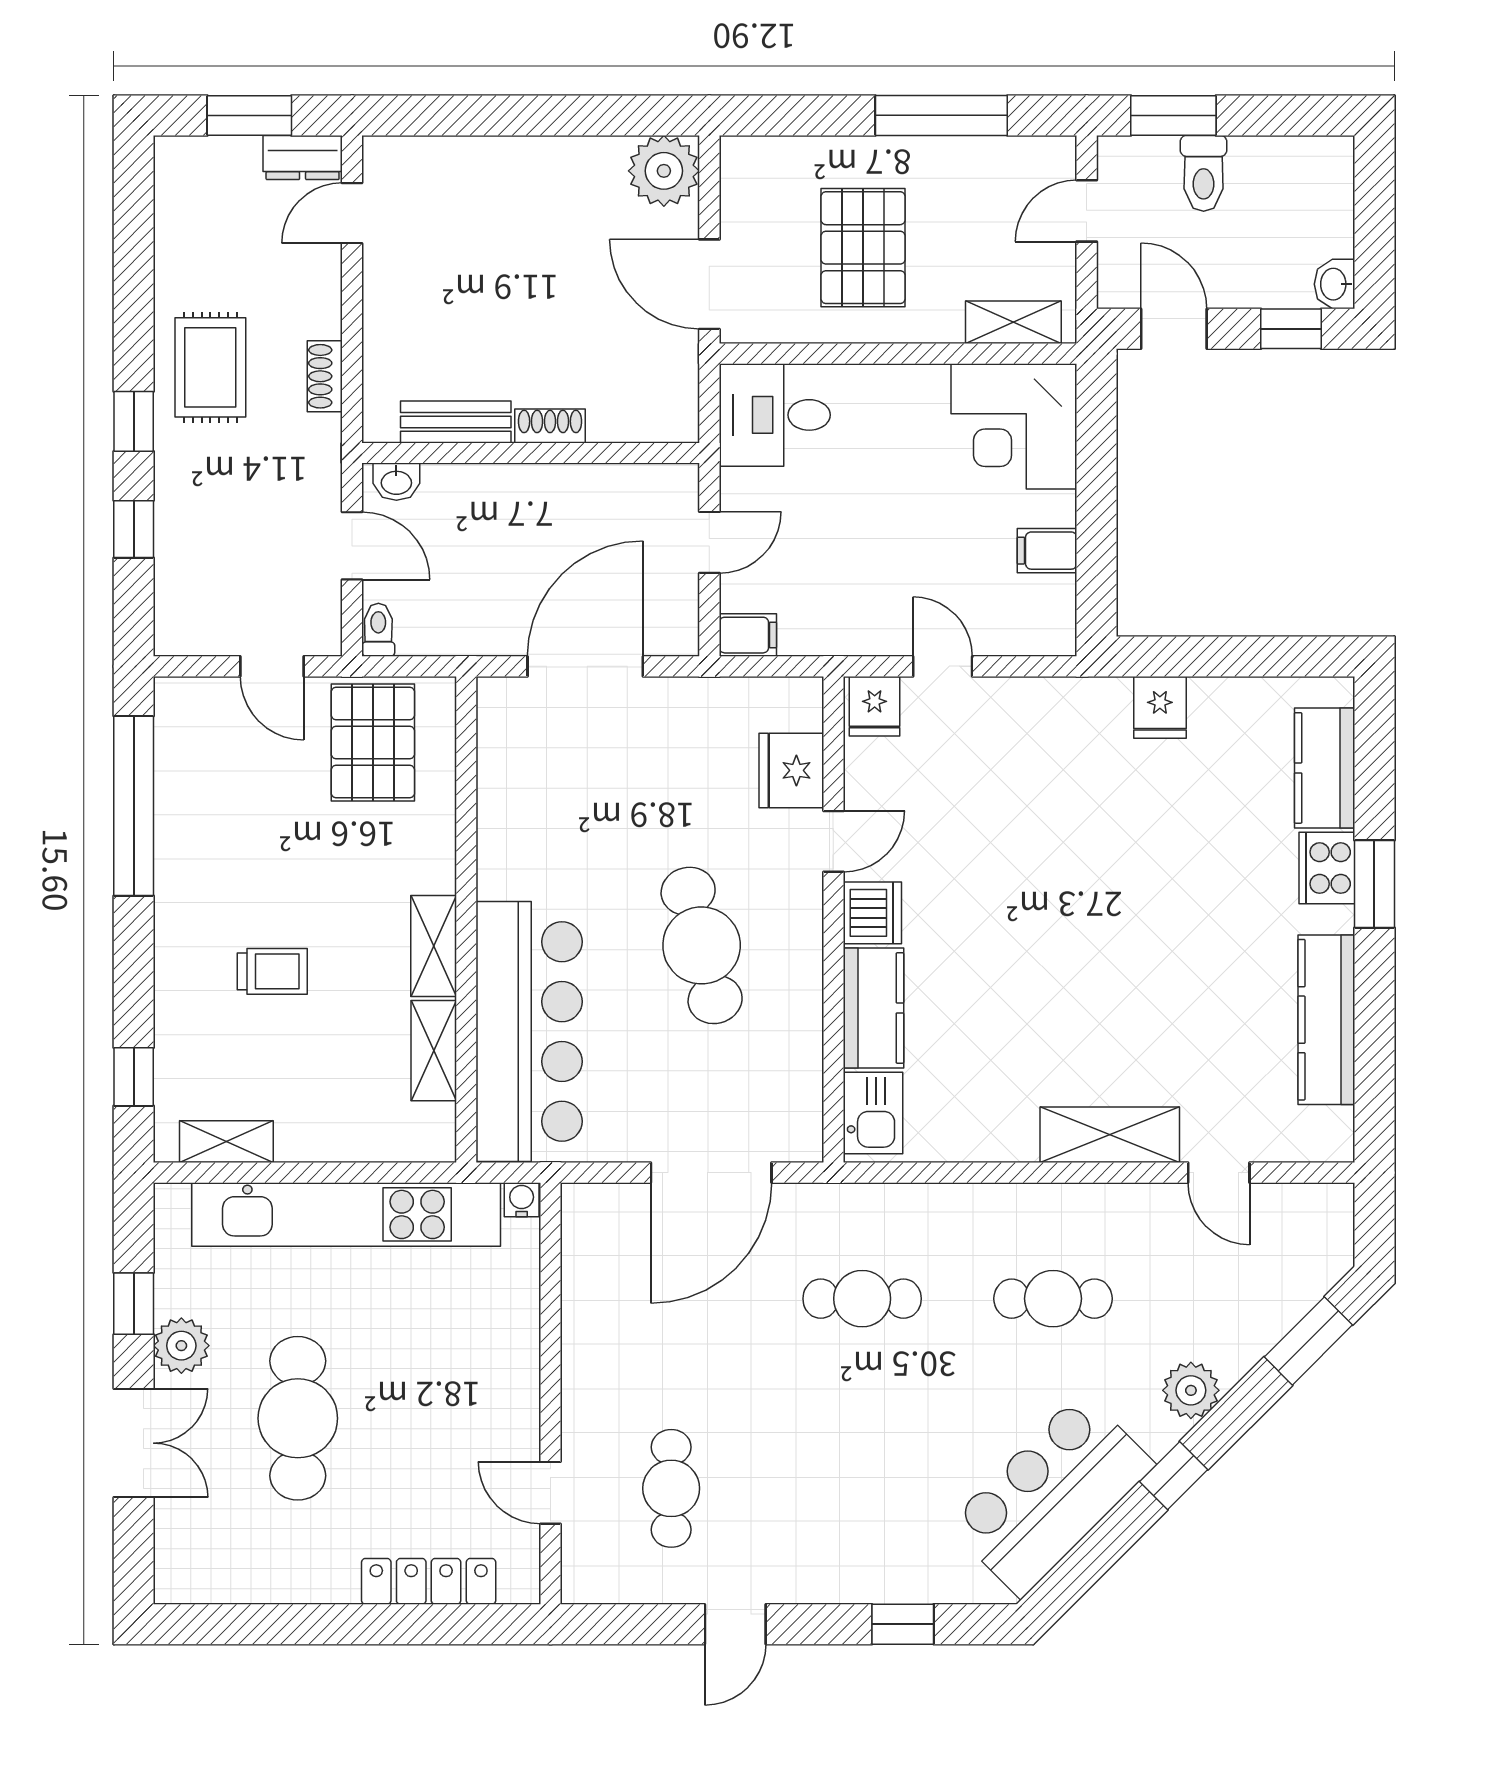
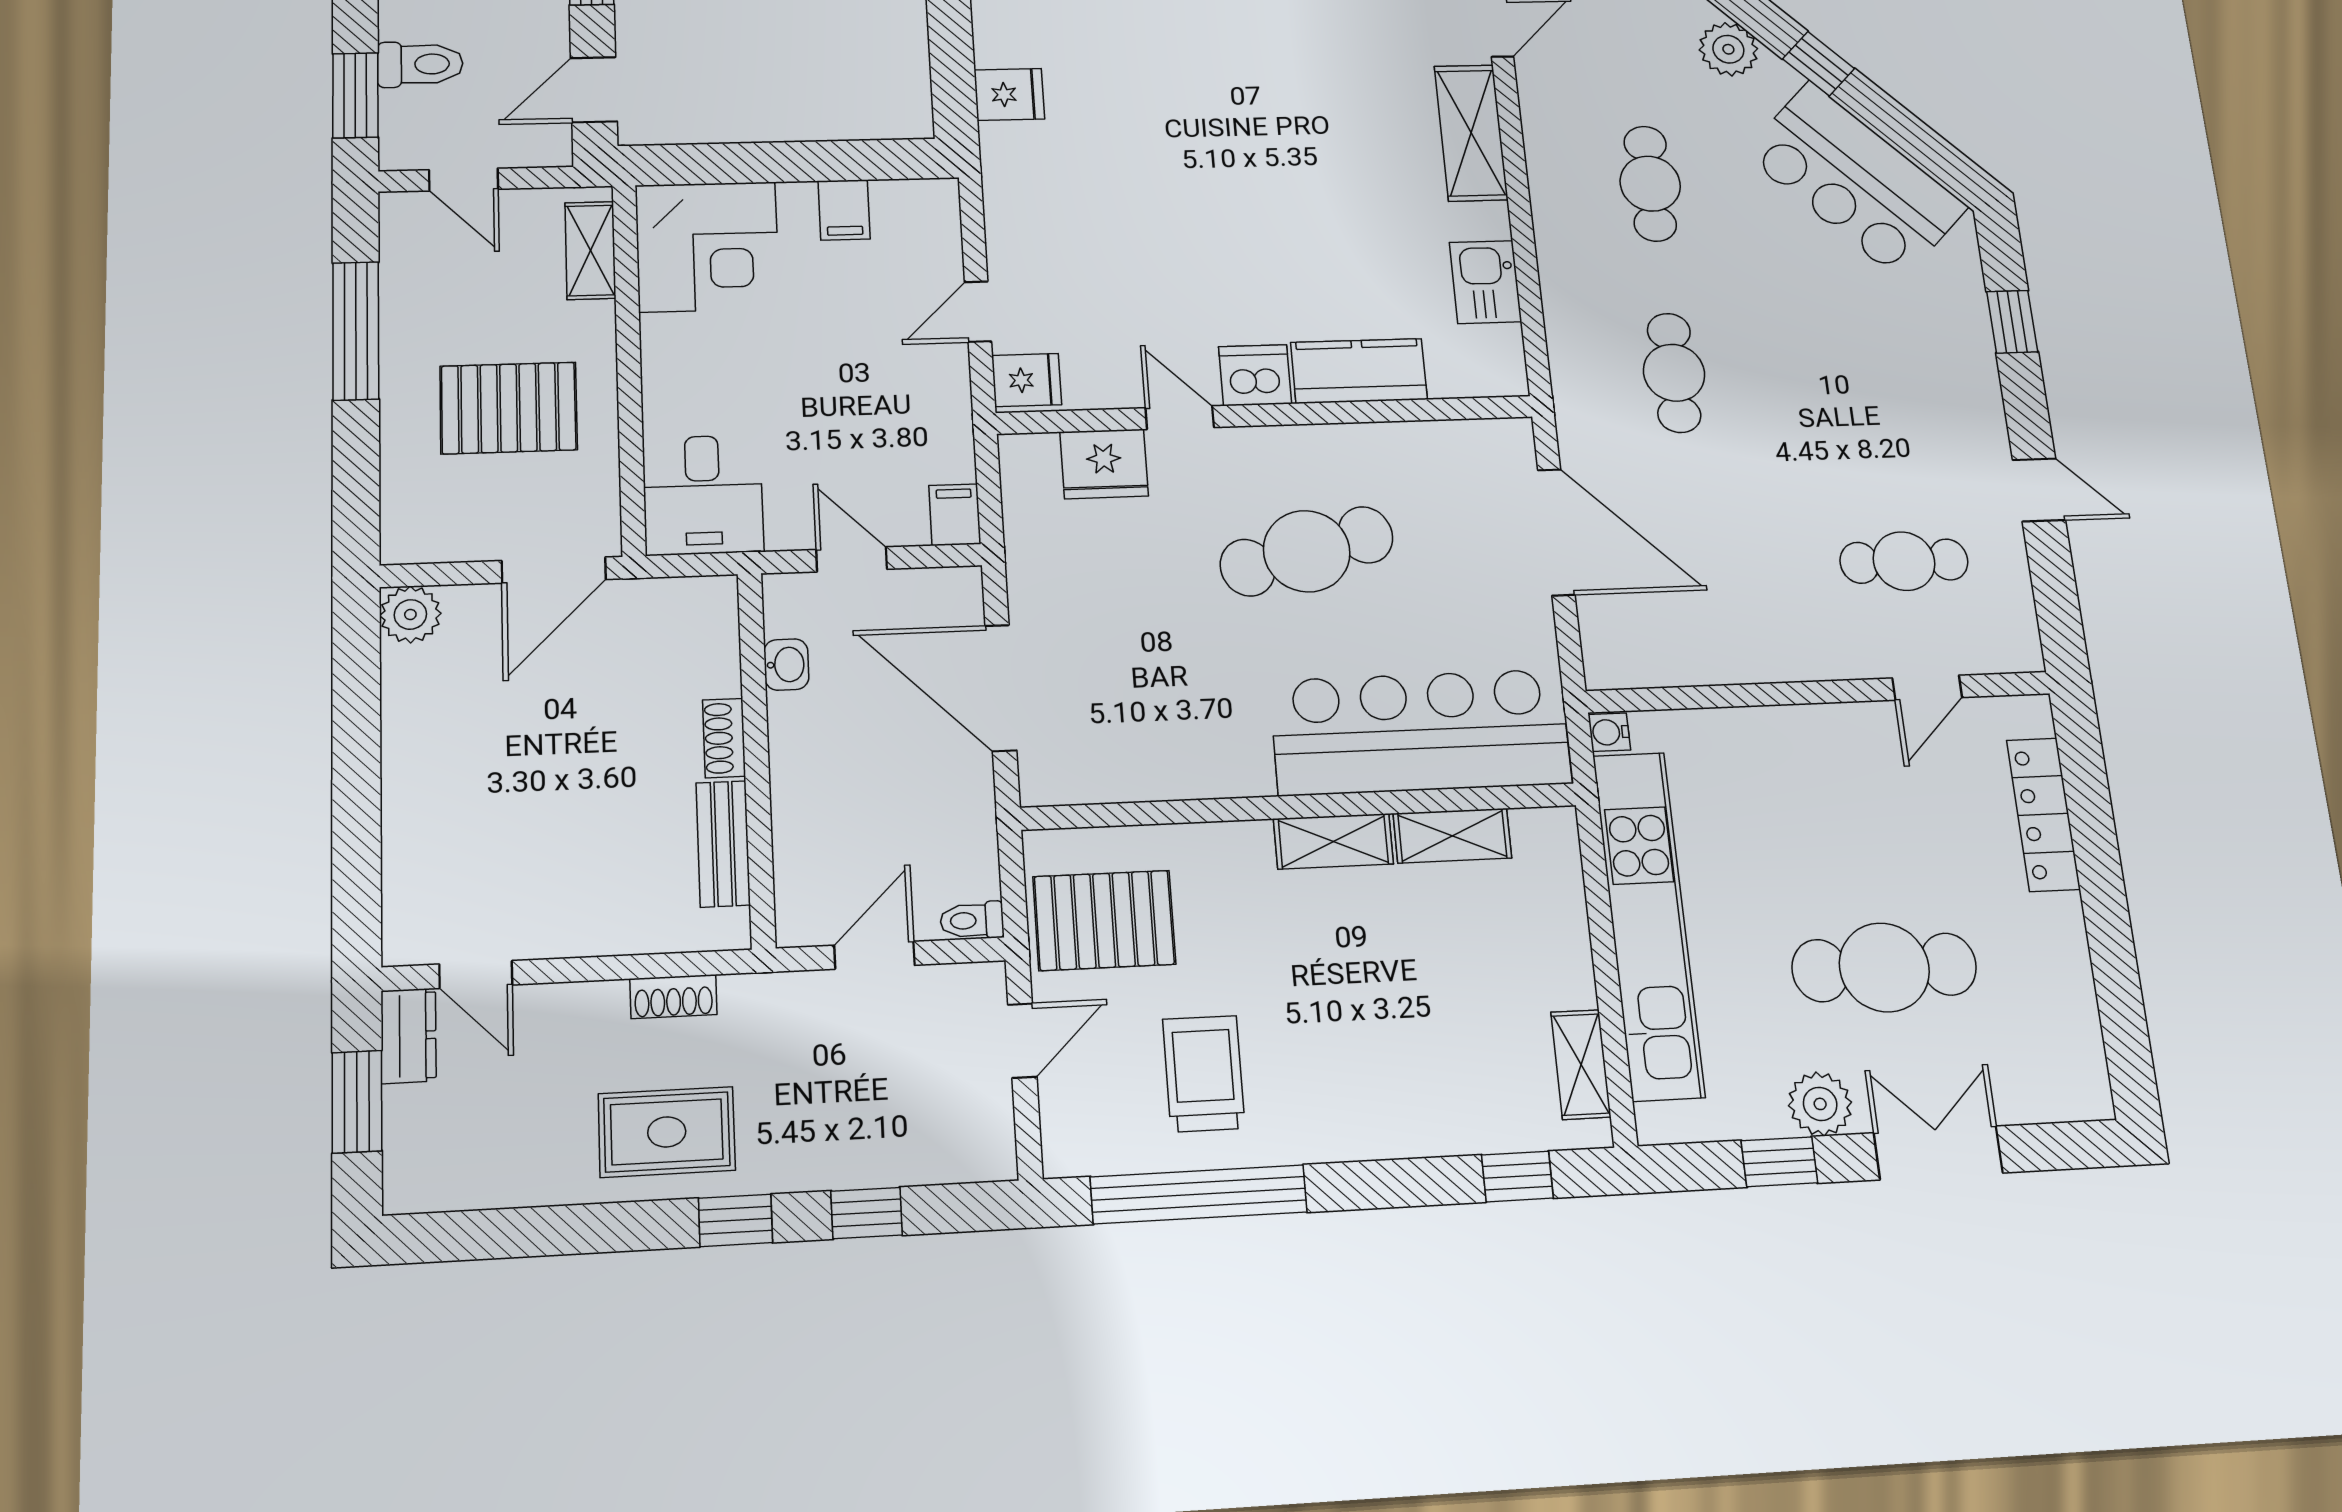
plant: (664, 171) -> (410, 614), width x0.73, depth x0.73
washbasin: (396, 482) -> (786, 665), moved
trolley: (272, 971) -> (1204, 1074), moved, width x1.36, depth x1.39
kitchen sink: (873, 1113) -> (1485, 282), moved, turned -90

